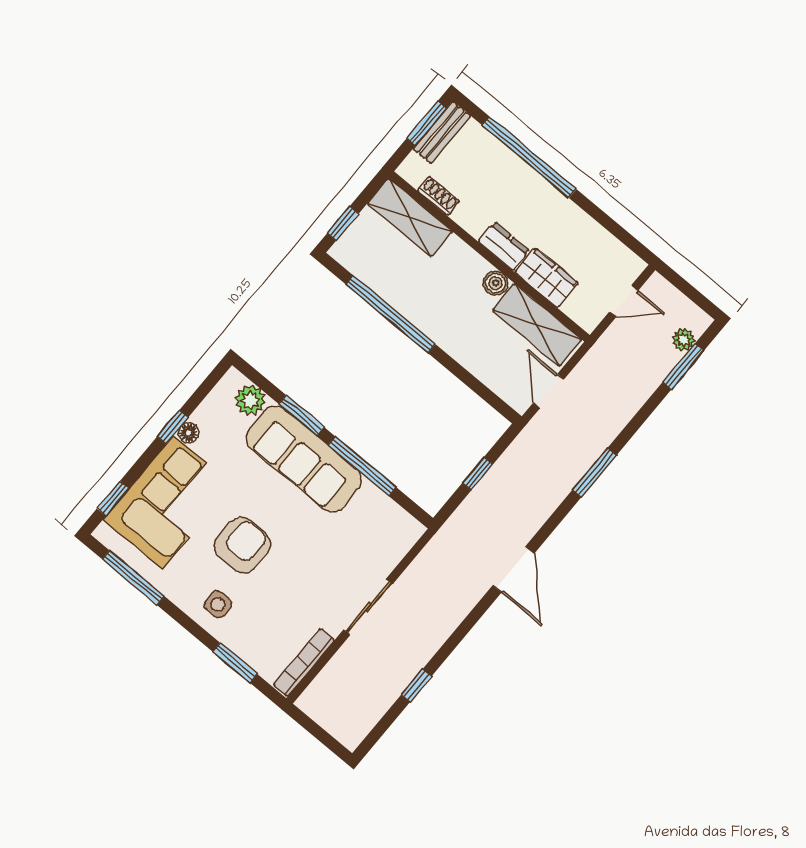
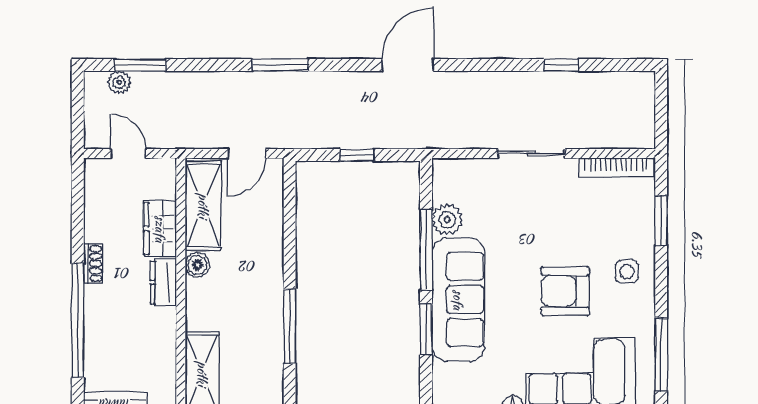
shoe rack: (438, 196) -> (93, 264), moved, turned 180
window: (391, 314) -> (290, 326), width x0.68
plant: (250, 400) -> (447, 220), moved

